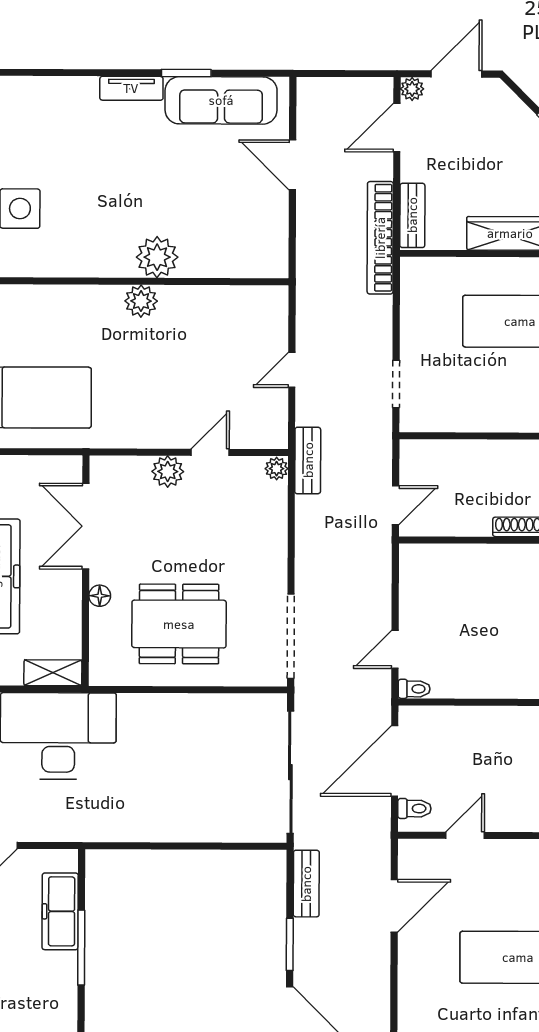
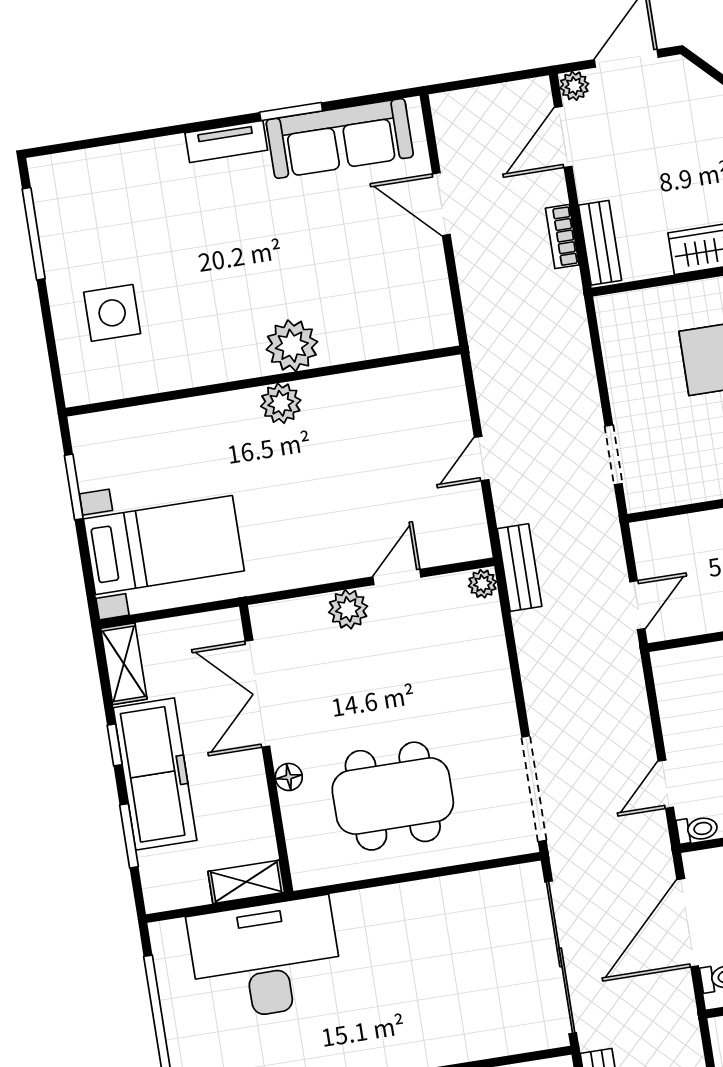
bookcase: (380, 238) -> (562, 237), width x0.43, depth x0.76

